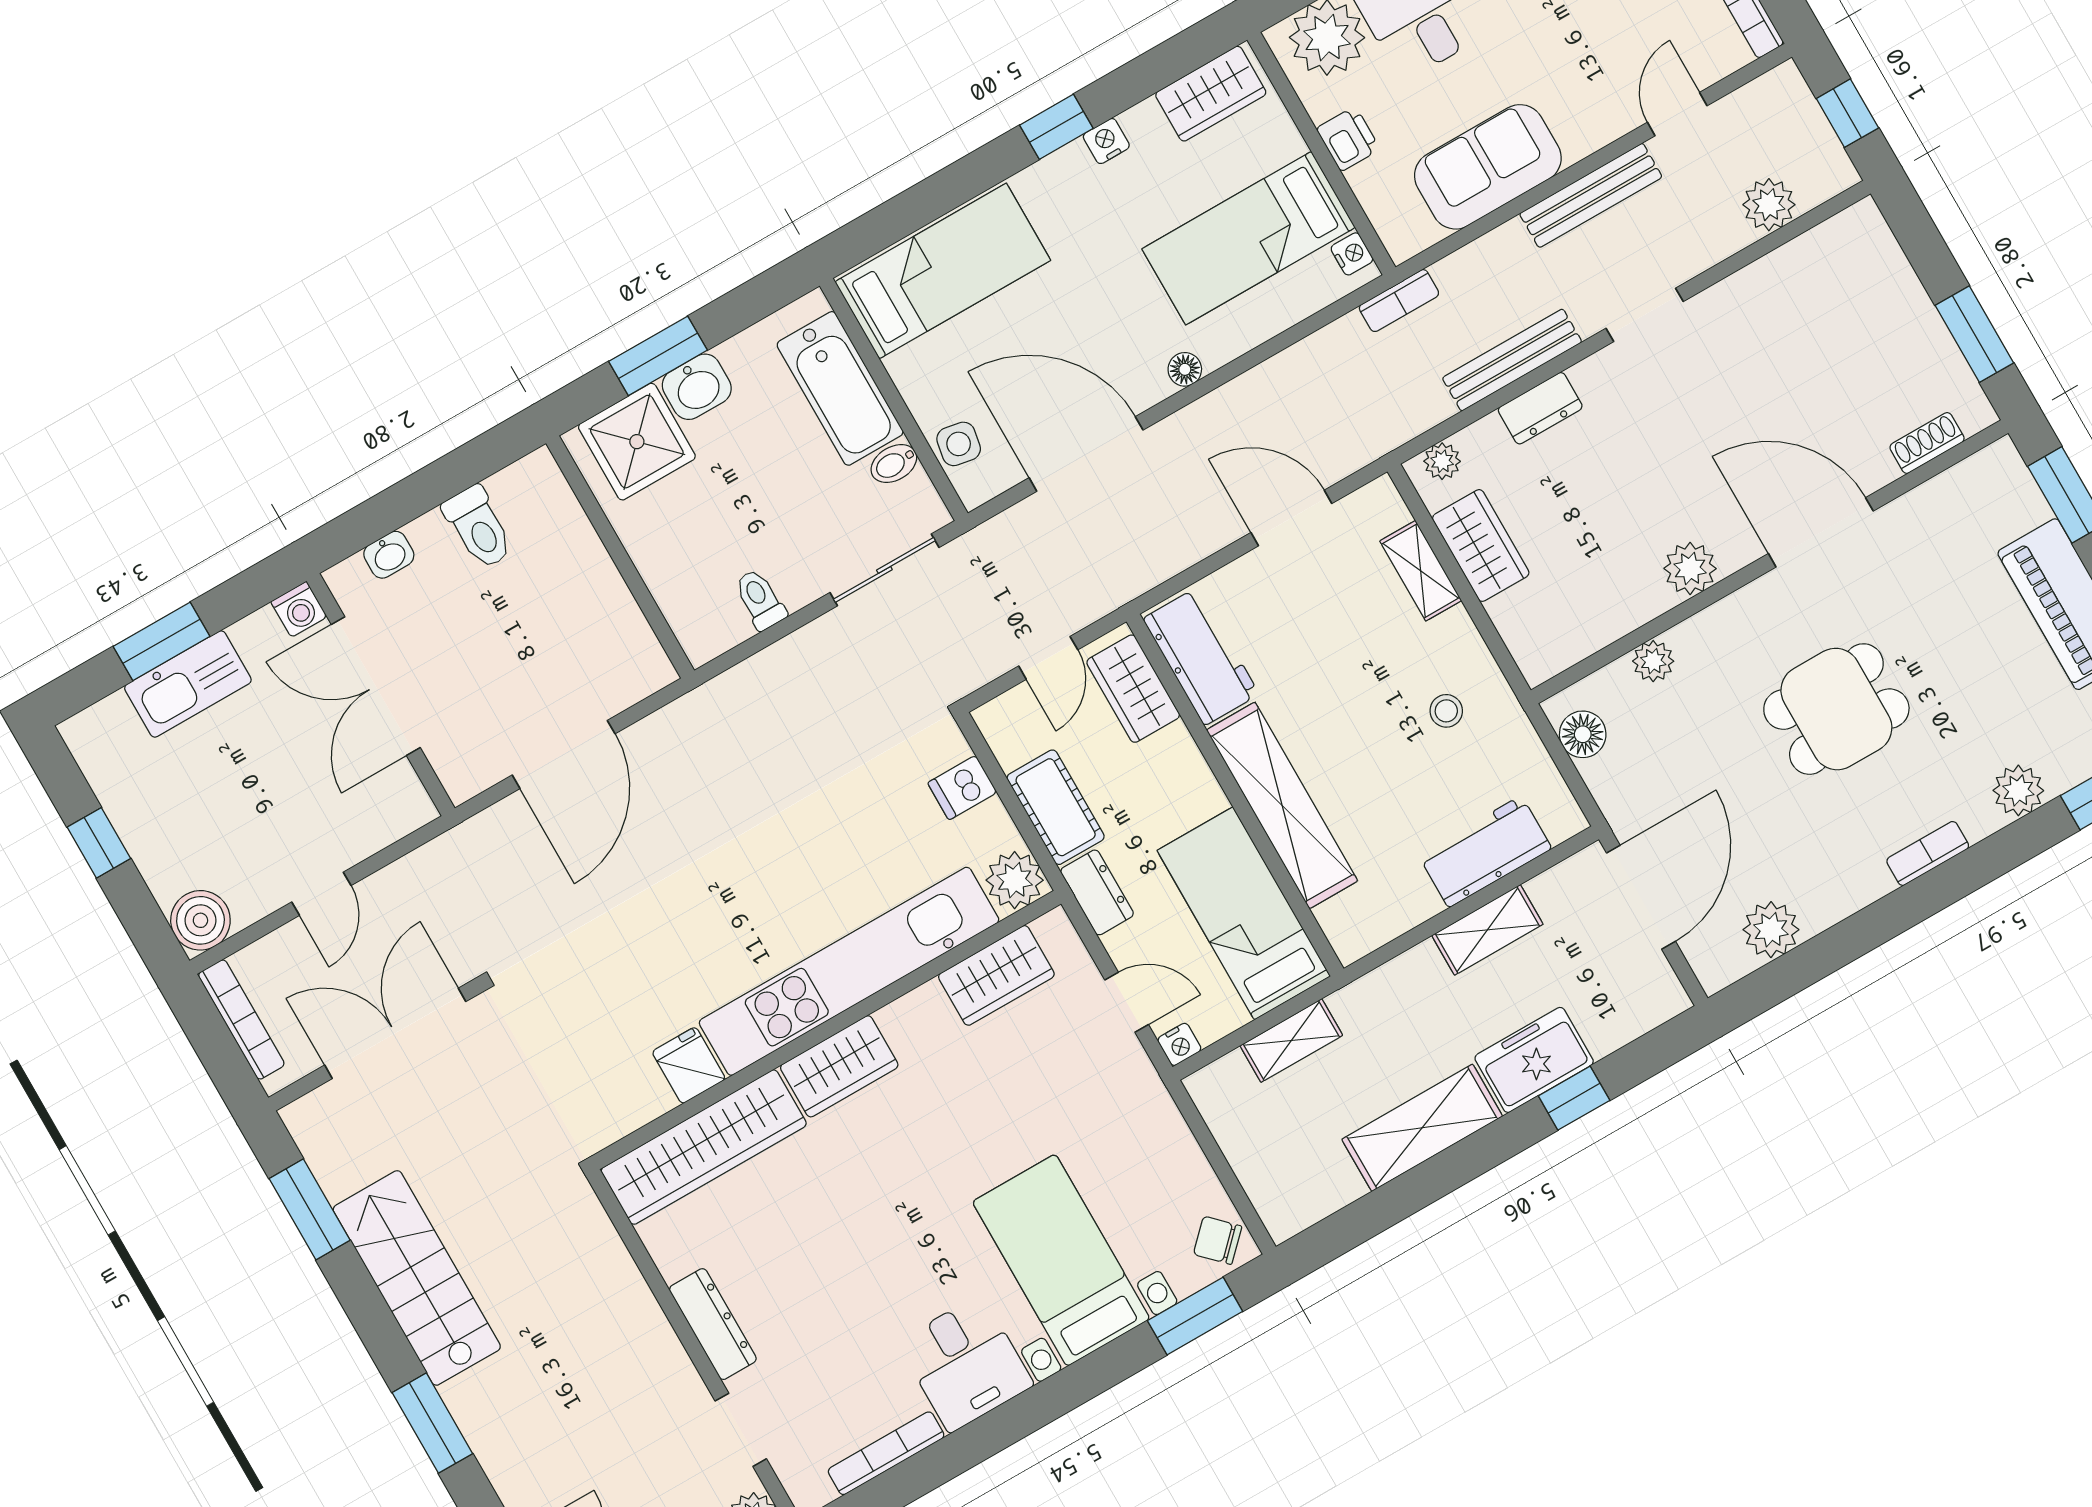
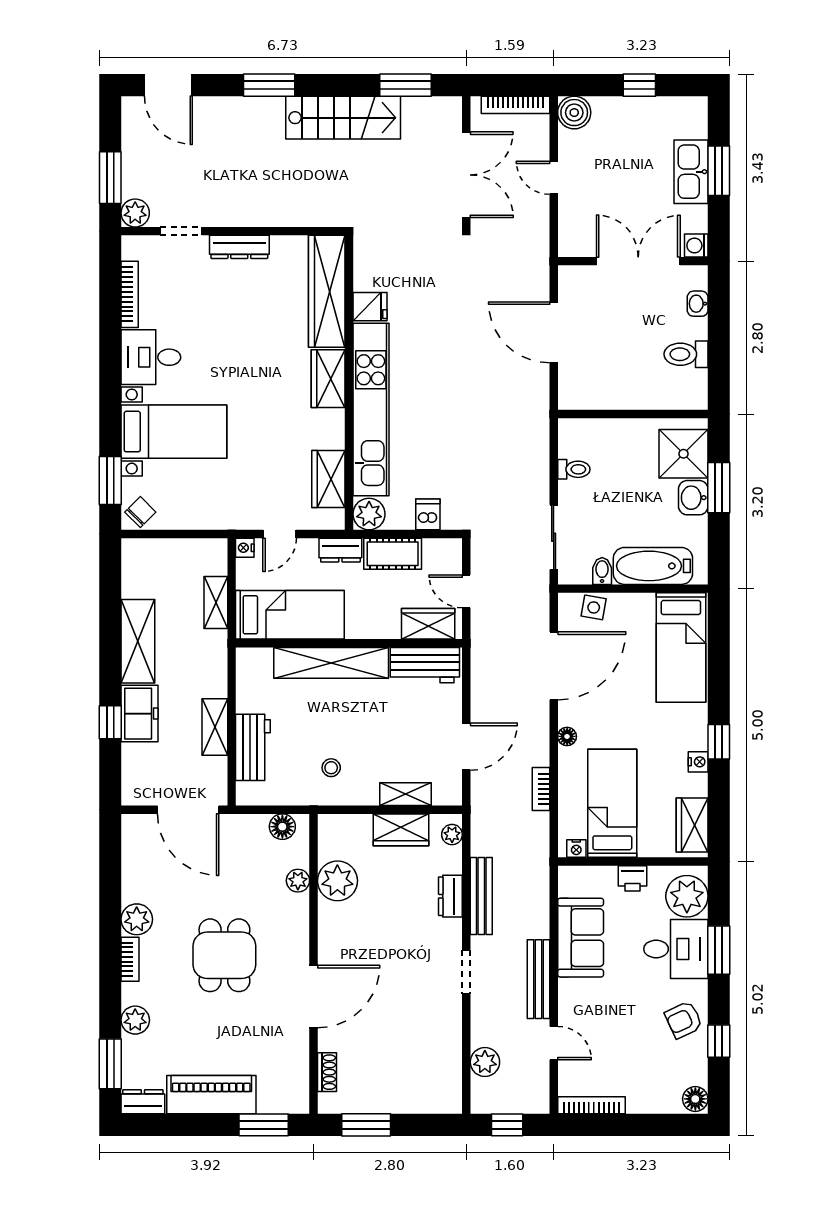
bookcase: (1399, 301) -> (541, 789), moved
plant: (1690, 569) -> (337, 881), moved, width x1.36, depth x1.36
plant: (1771, 930) -> (137, 919), moved

